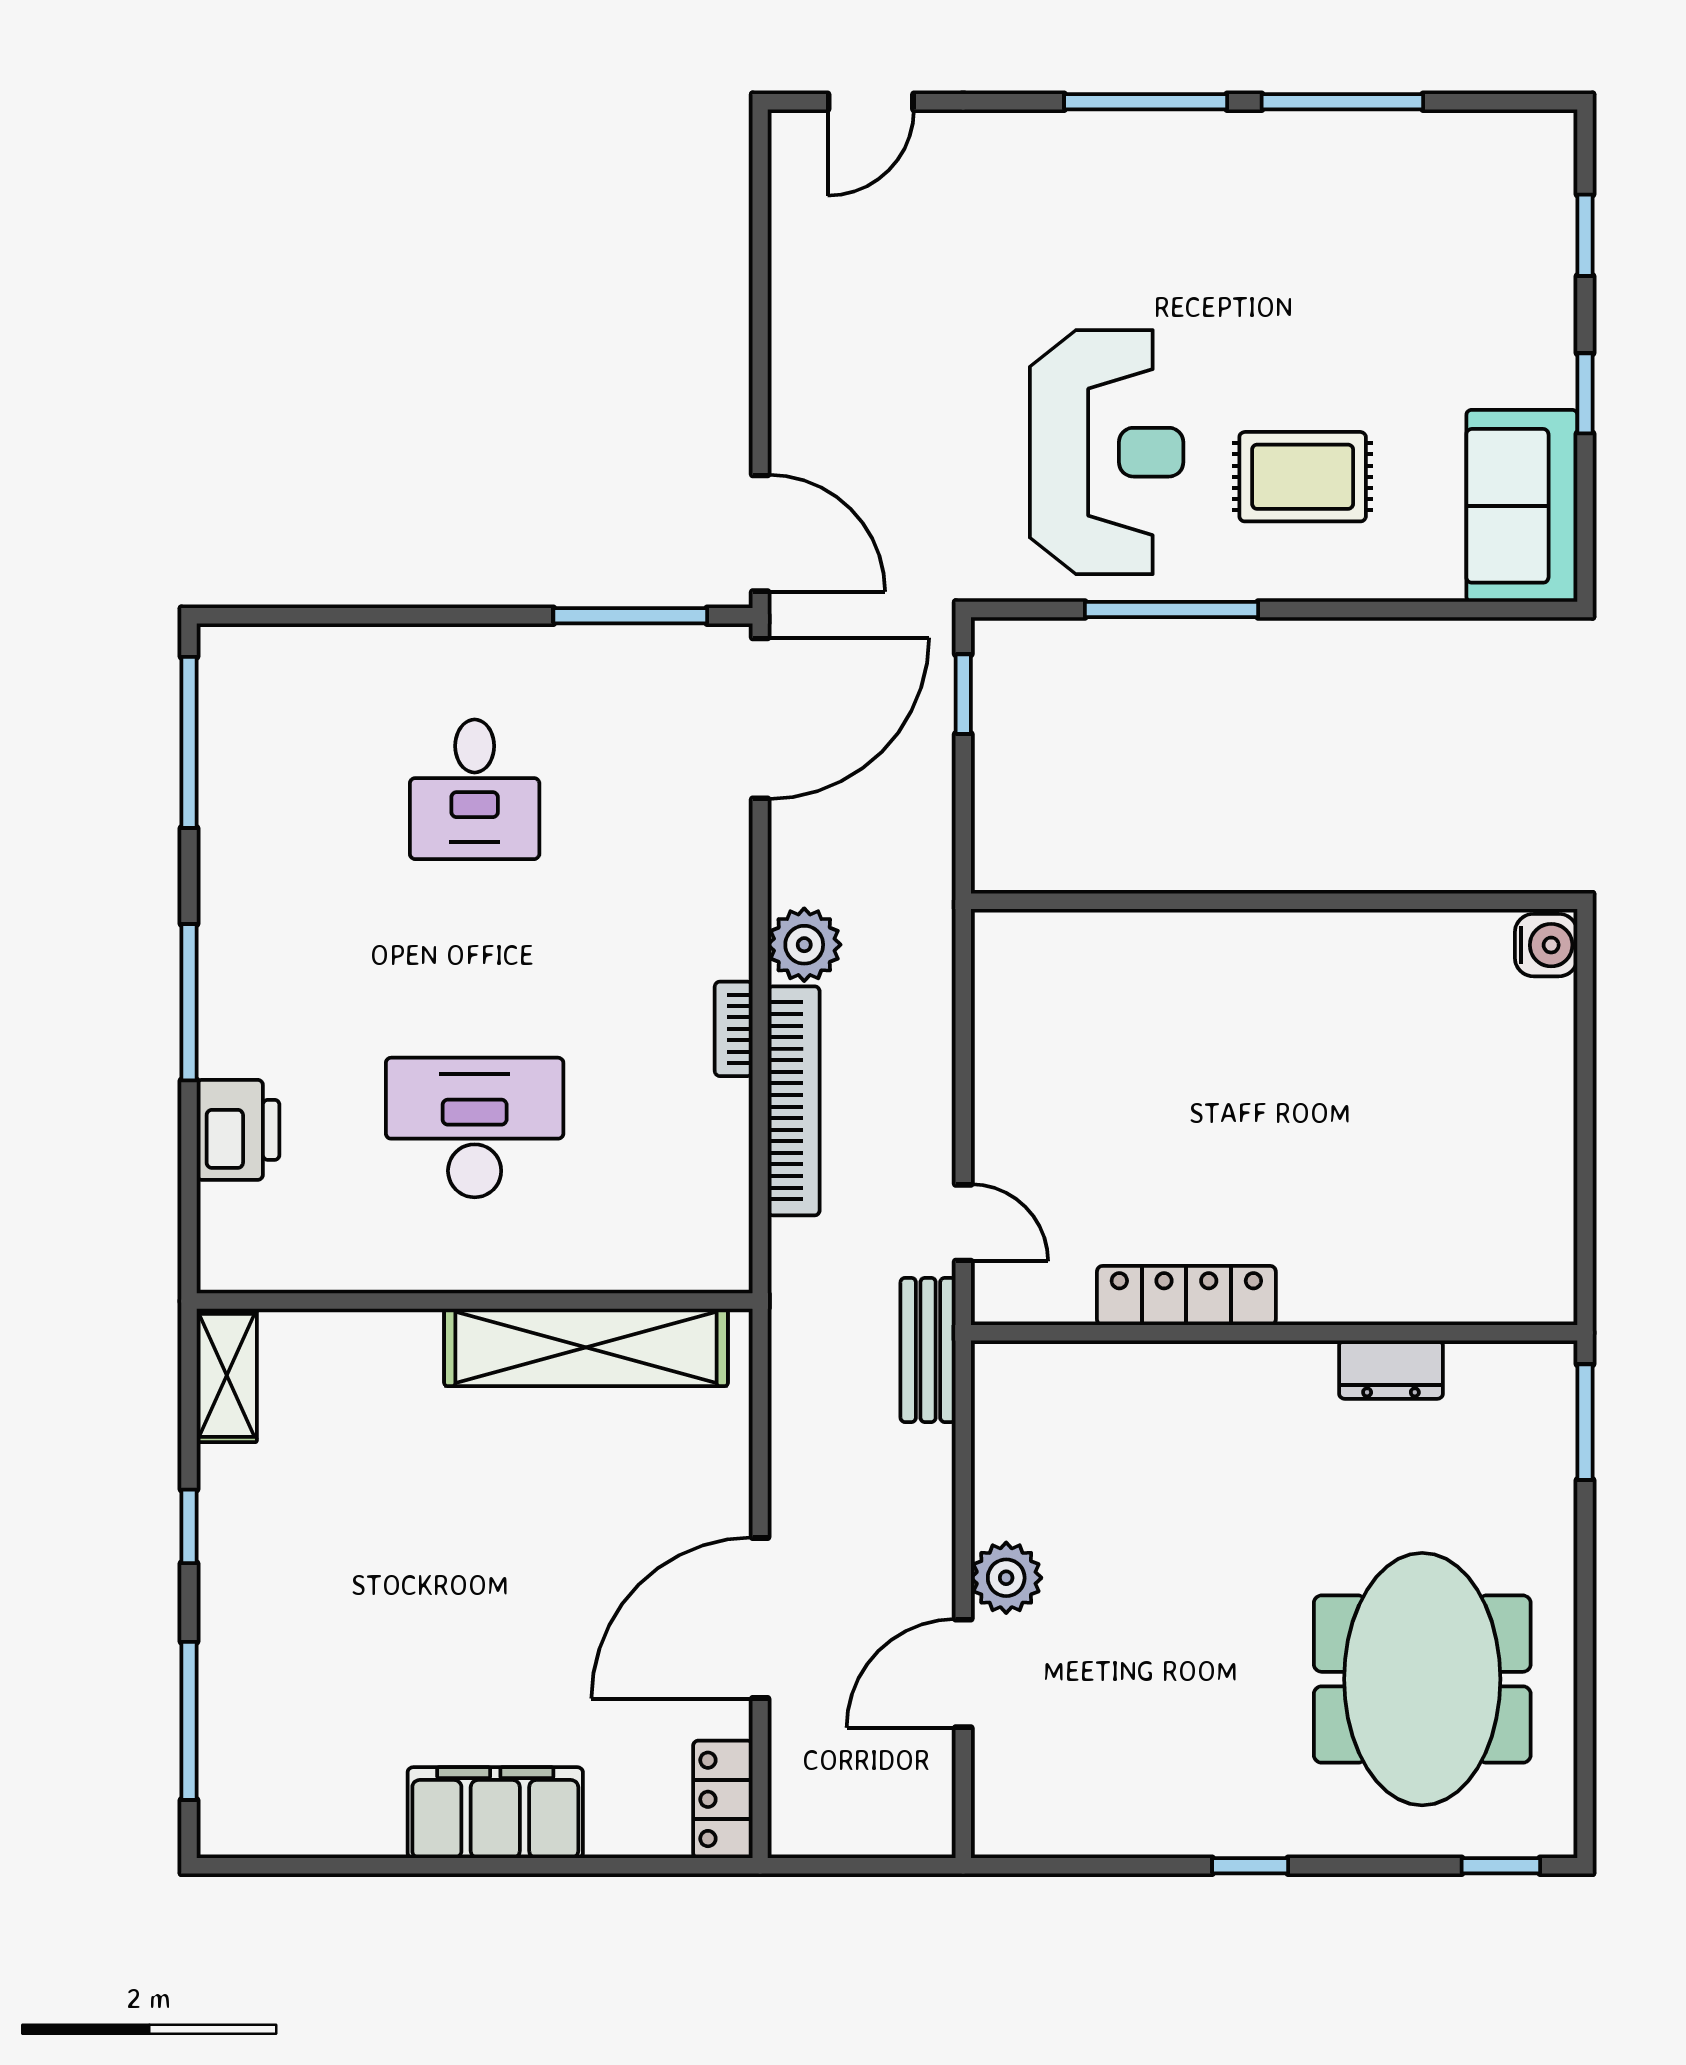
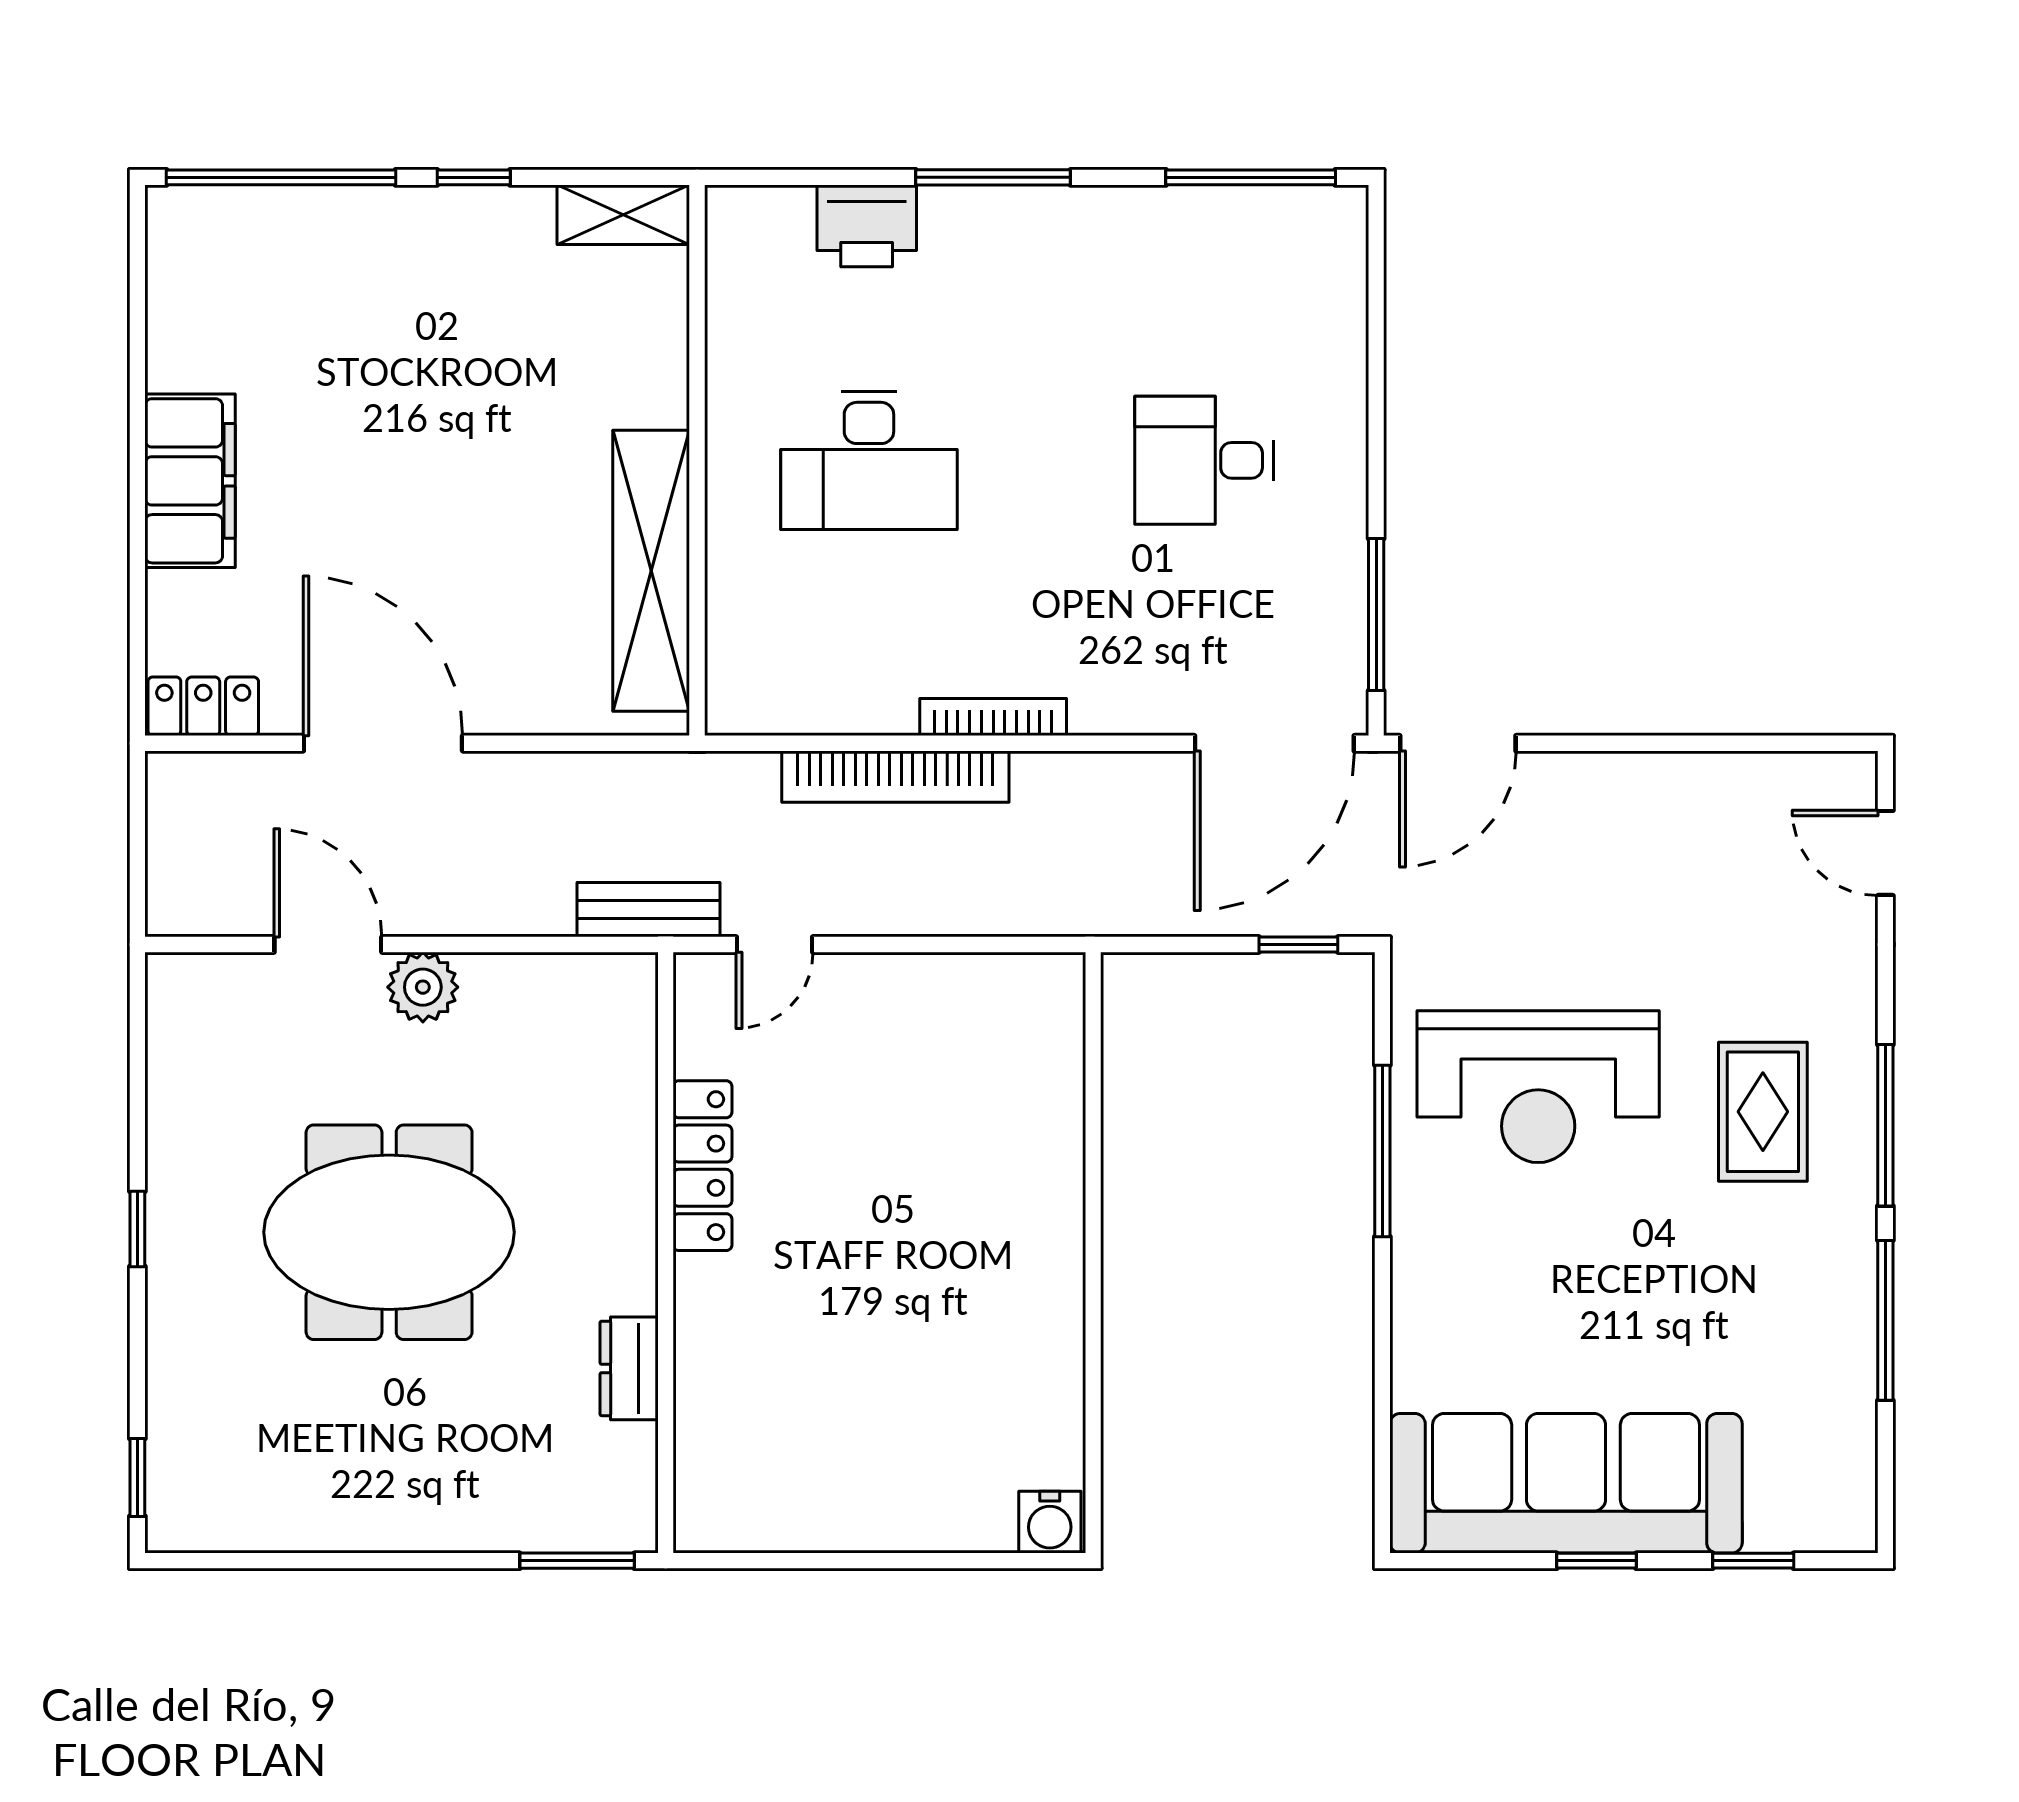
rug: (1303, 477) -> (1763, 1112), moved
sofa: (1522, 506) -> (1566, 1483), width x1.85, depth x1.27
door: (760, 718) -> (1274, 743), hinge flipped
plant: (804, 945) -> (1050, 787), removed
bookcase: (734, 1029) -> (993, 717), width x1.56
desk: (475, 1128) -> (869, 460), turned 90
meeting table: (1422, 1679) -> (389, 1232), moved
window: (189, 1721) -> (281, 177), width x1.46

